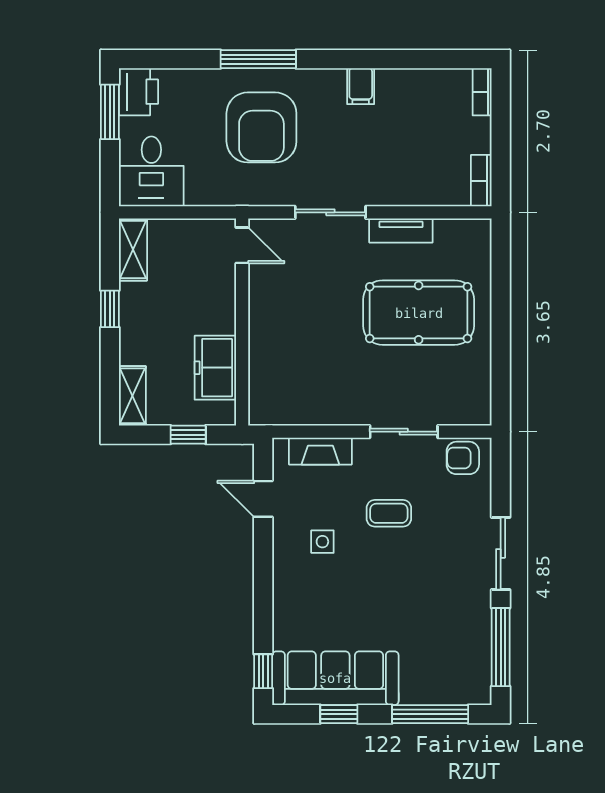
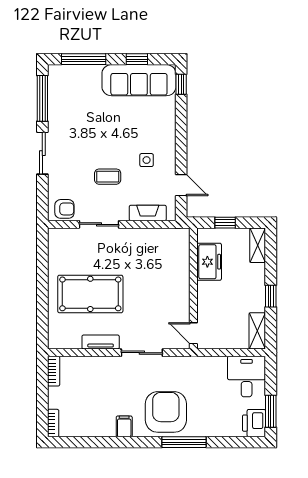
armchair: (261, 127) -> (166, 412), moved

